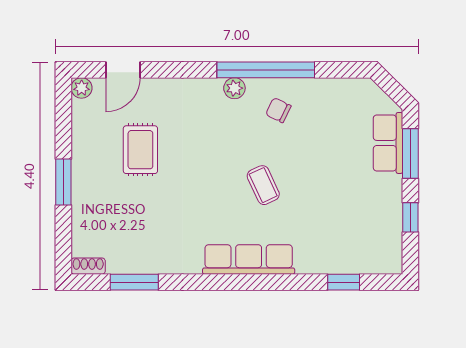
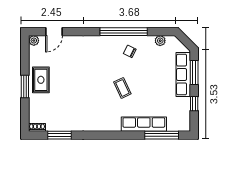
plant: (234, 88) -> (160, 41), moved
row of seats: (388, 143) -> (183, 74), width x1.48
rug: (140, 150) -> (41, 80), moved
row of seats: (249, 259) -> (144, 124), moved
window: (344, 282) -> (162, 135), width x2.17

